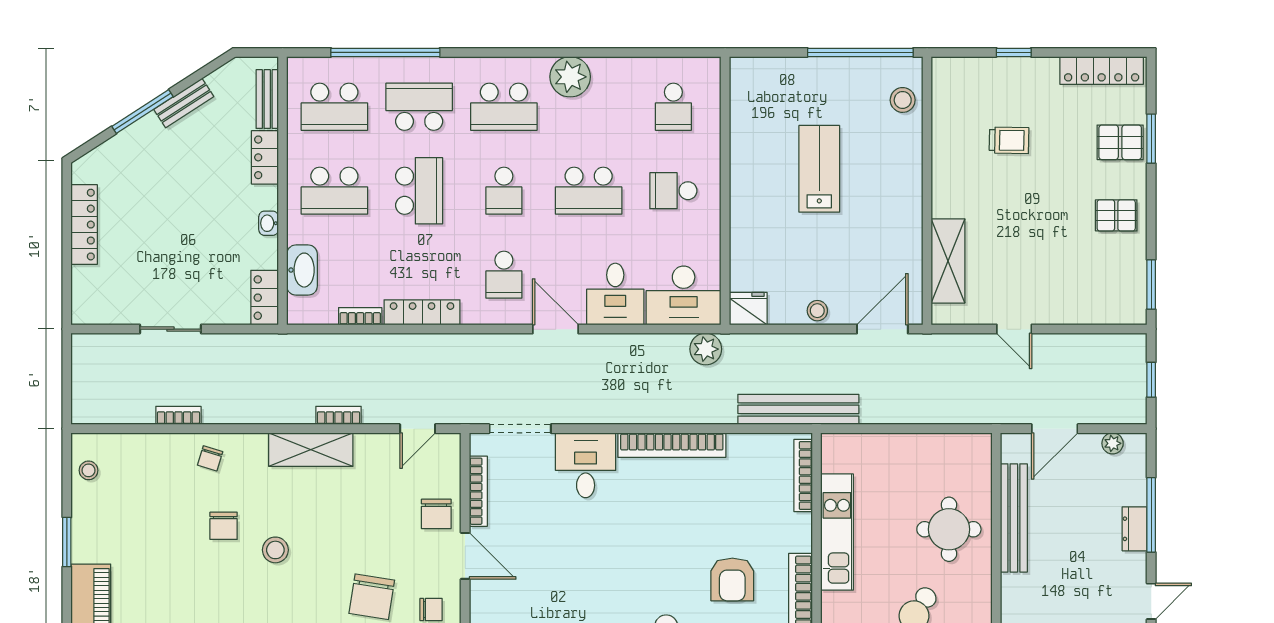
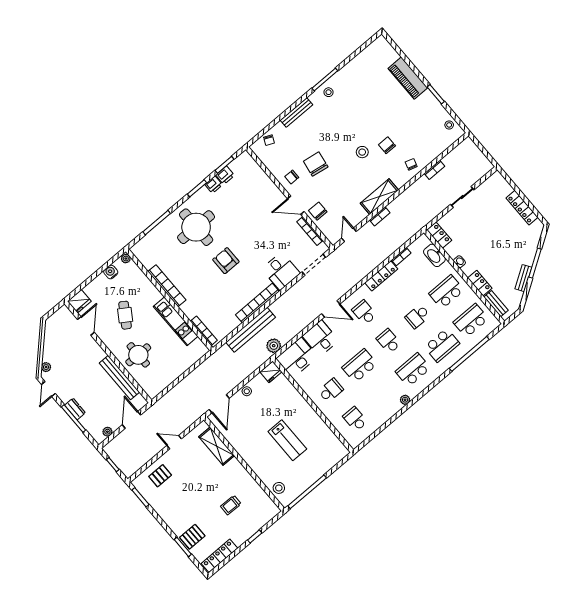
plant: (570, 77) -> (405, 400), width x0.53, depth x0.53
school desk: (419, 191) -> (418, 316), width x0.54
pallet: (1116, 215) -> (160, 476), moved
bench: (798, 409) -> (251, 330), moved
armchair: (732, 579) -> (226, 261), moved

